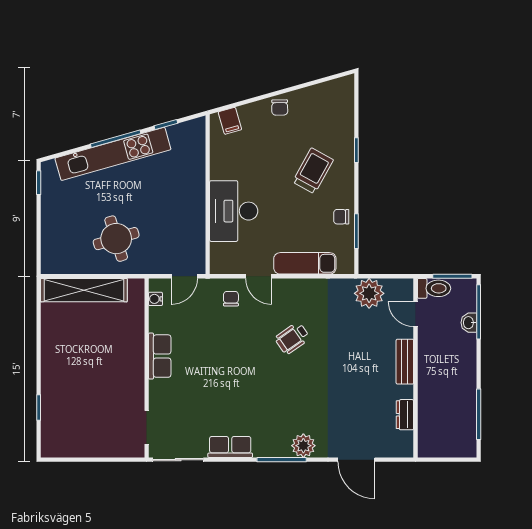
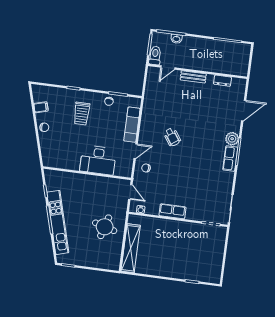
filing cabinet: (230, 121) -> (41, 107), moved
trolley: (313, 171) -> (82, 114), turned -119
round table: (116, 239) -> (105, 227), turned 33
plant: (369, 293) -> (153, 92), removed
row of seats: (230, 447) -> (230, 159), moved

